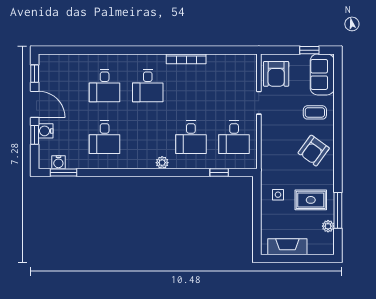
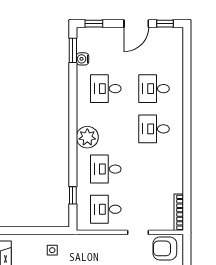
bookcase: (186, 59) -> (179, 212), moved
water cooler: (46, 131) -> (112, 34), removed
window: (35, 135) -> (94, 24), moved
water cooler: (58, 162) -> (83, 59), moved
plant: (162, 163) -> (87, 137), width x1.88, depth x1.88

